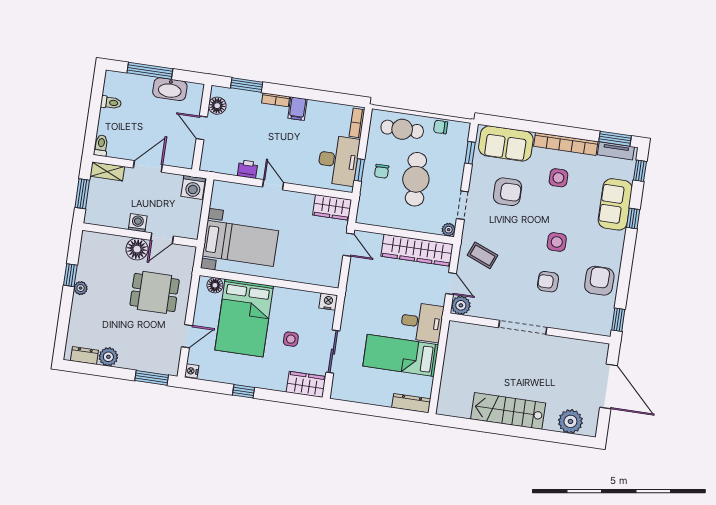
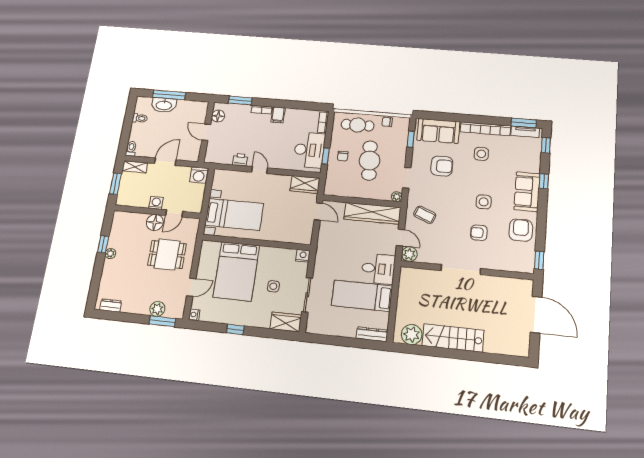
washbasin: (170, 89) -> (164, 105), moved
sofa: (615, 204) -> (527, 192), moved
floor lamp: (215, 285) -> (214, 247), removed
plant: (108, 357) -> (157, 309), moved
plant: (570, 421) -> (412, 335), moved

